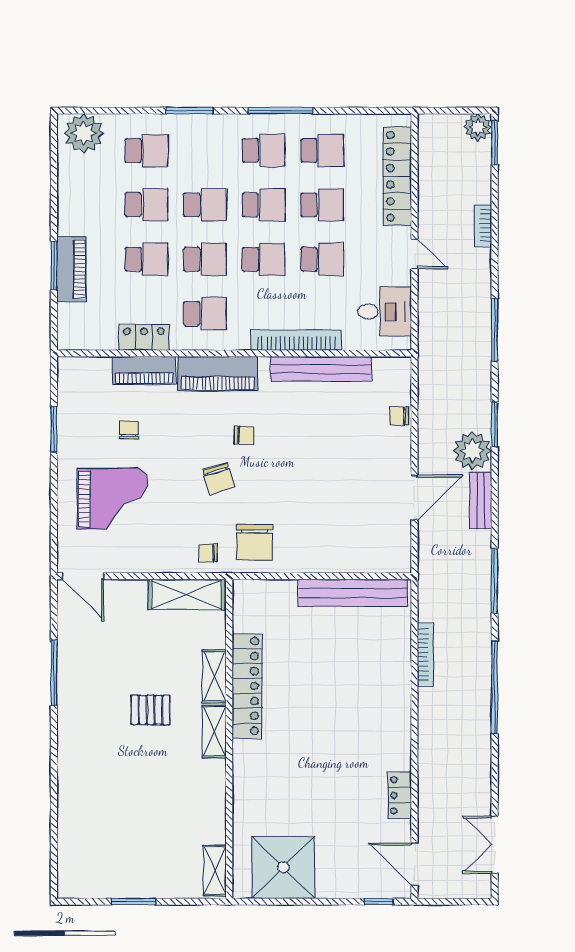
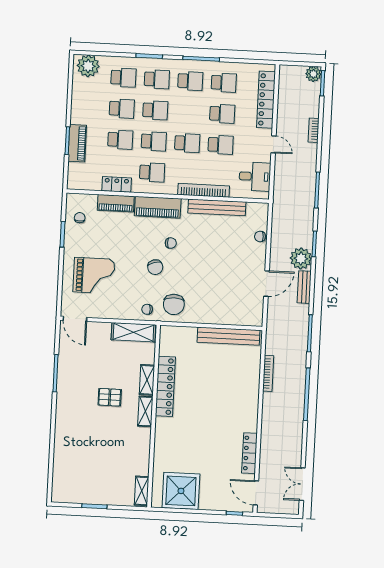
school desk: (263, 205) -> (157, 79), moved
chair: (129, 430) -> (80, 218), moved
locker: (400, 795) -> (249, 453), width x1.53

